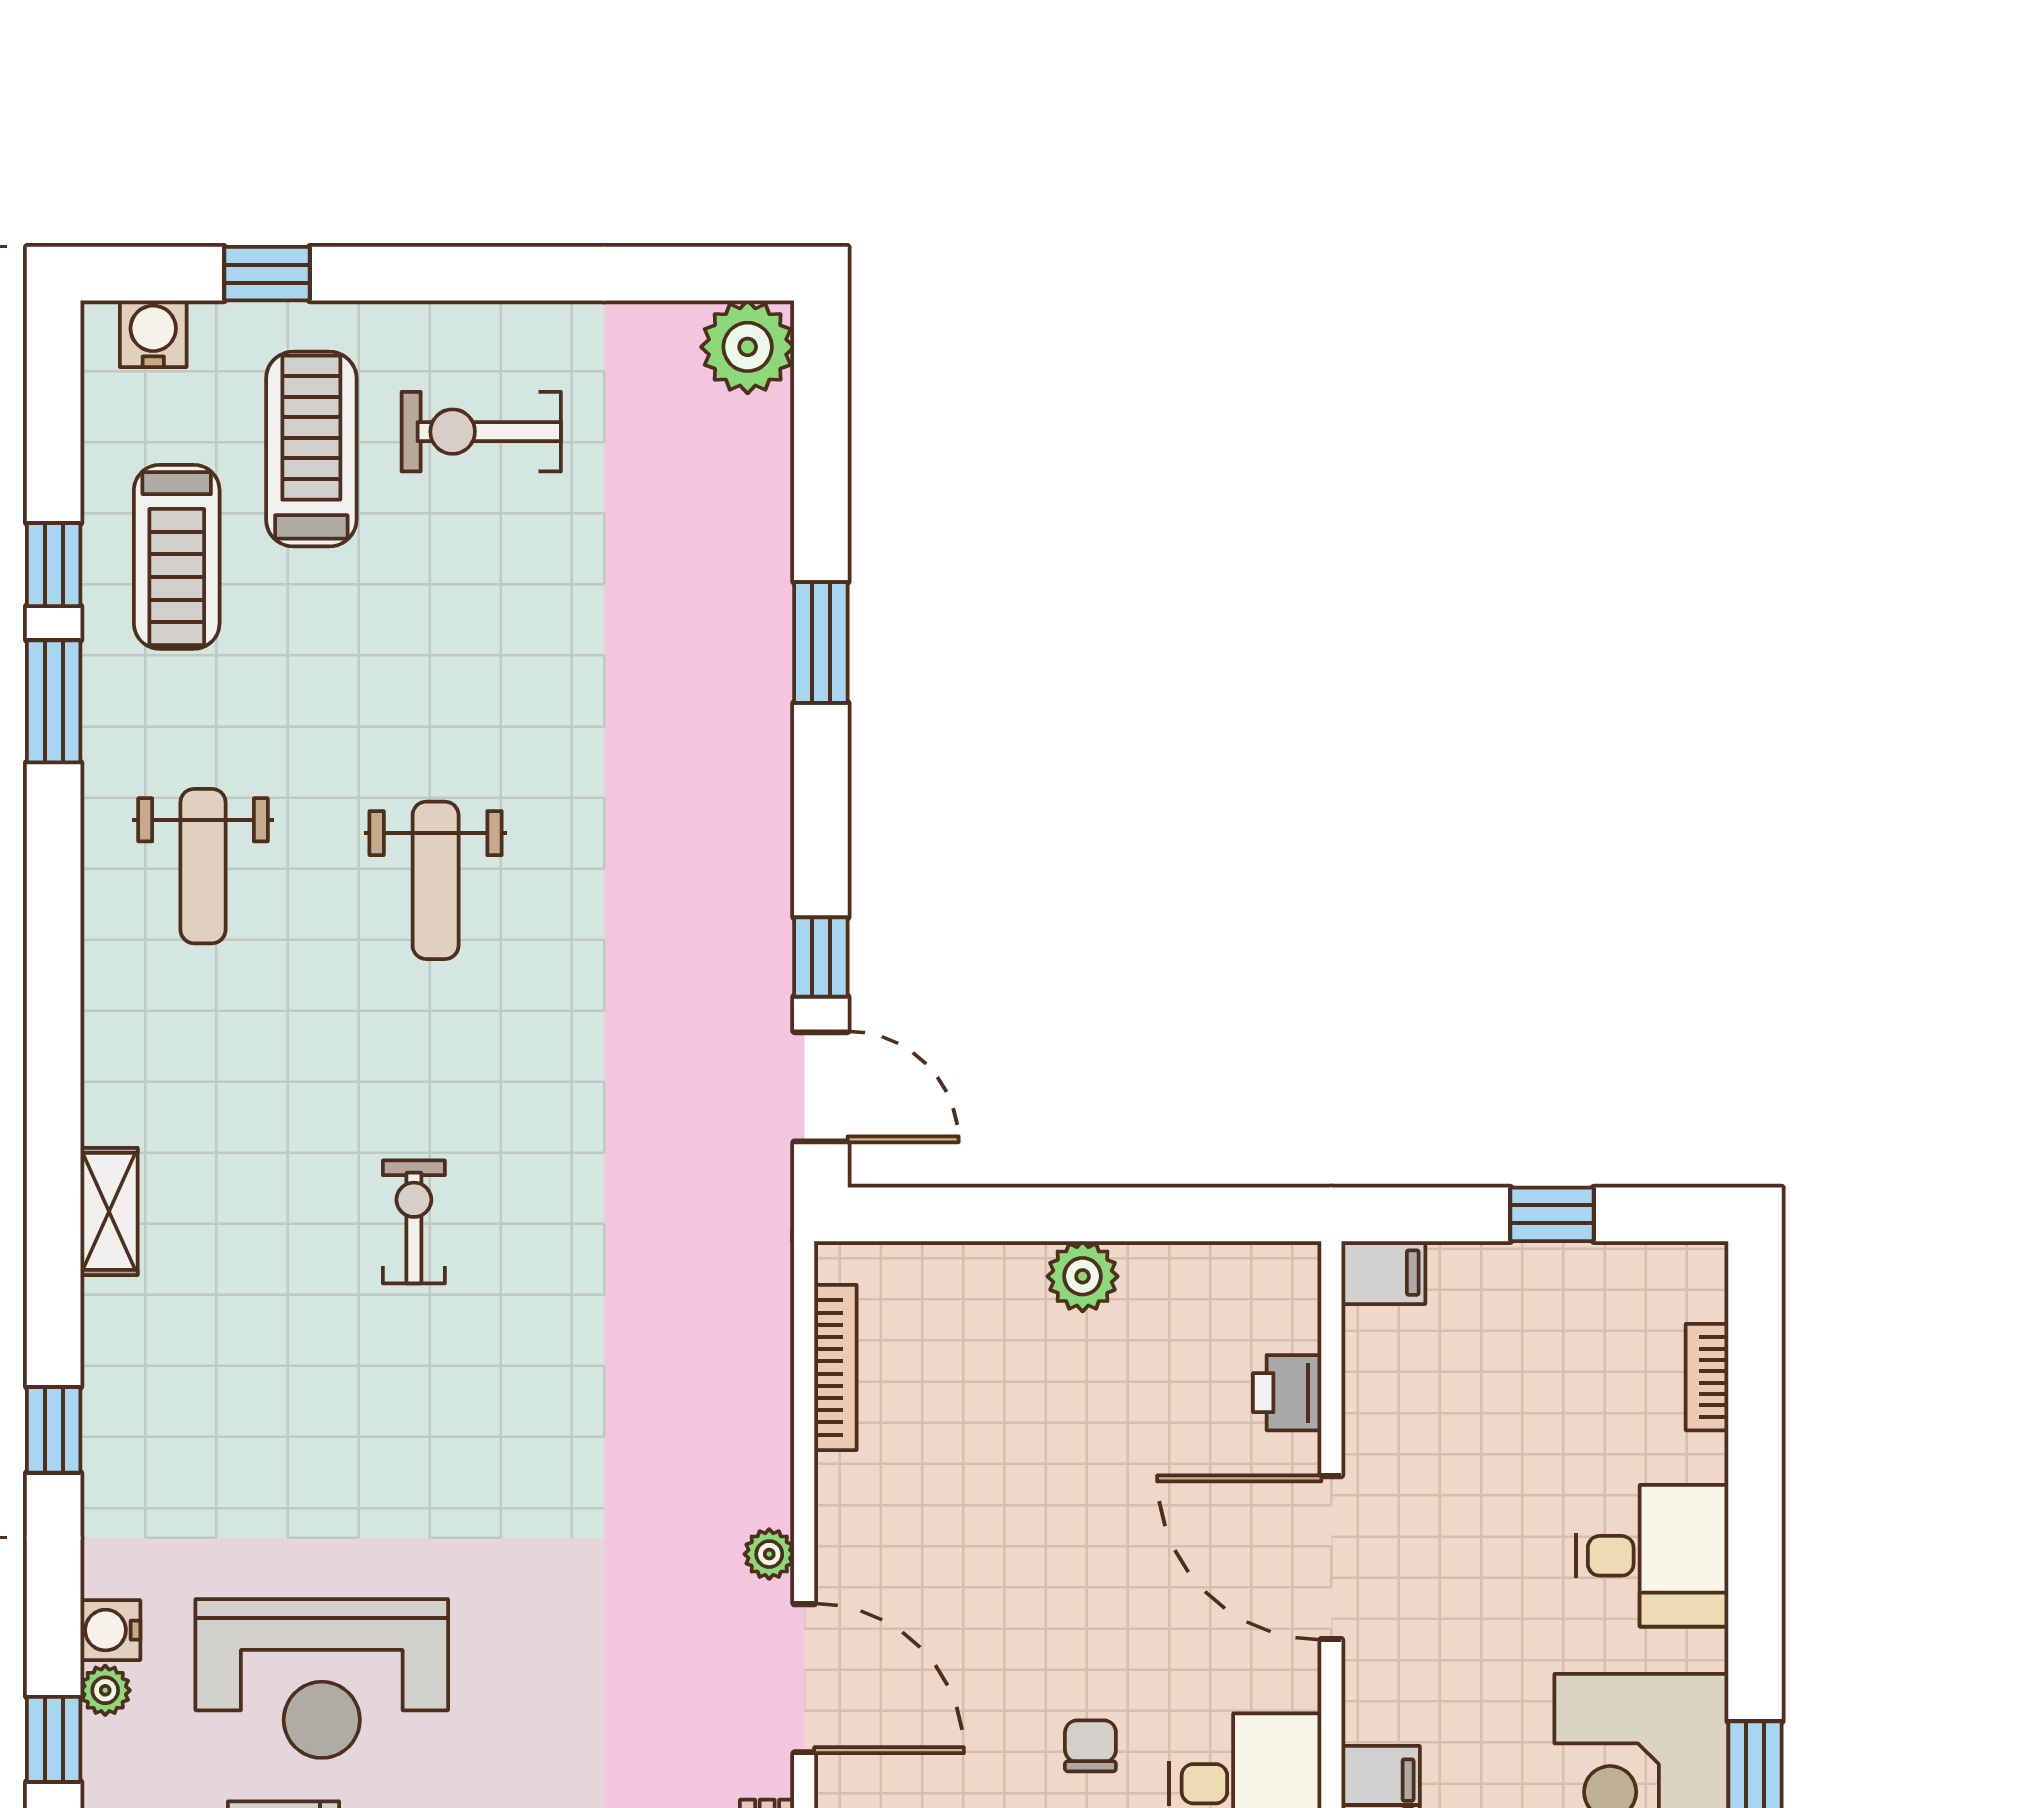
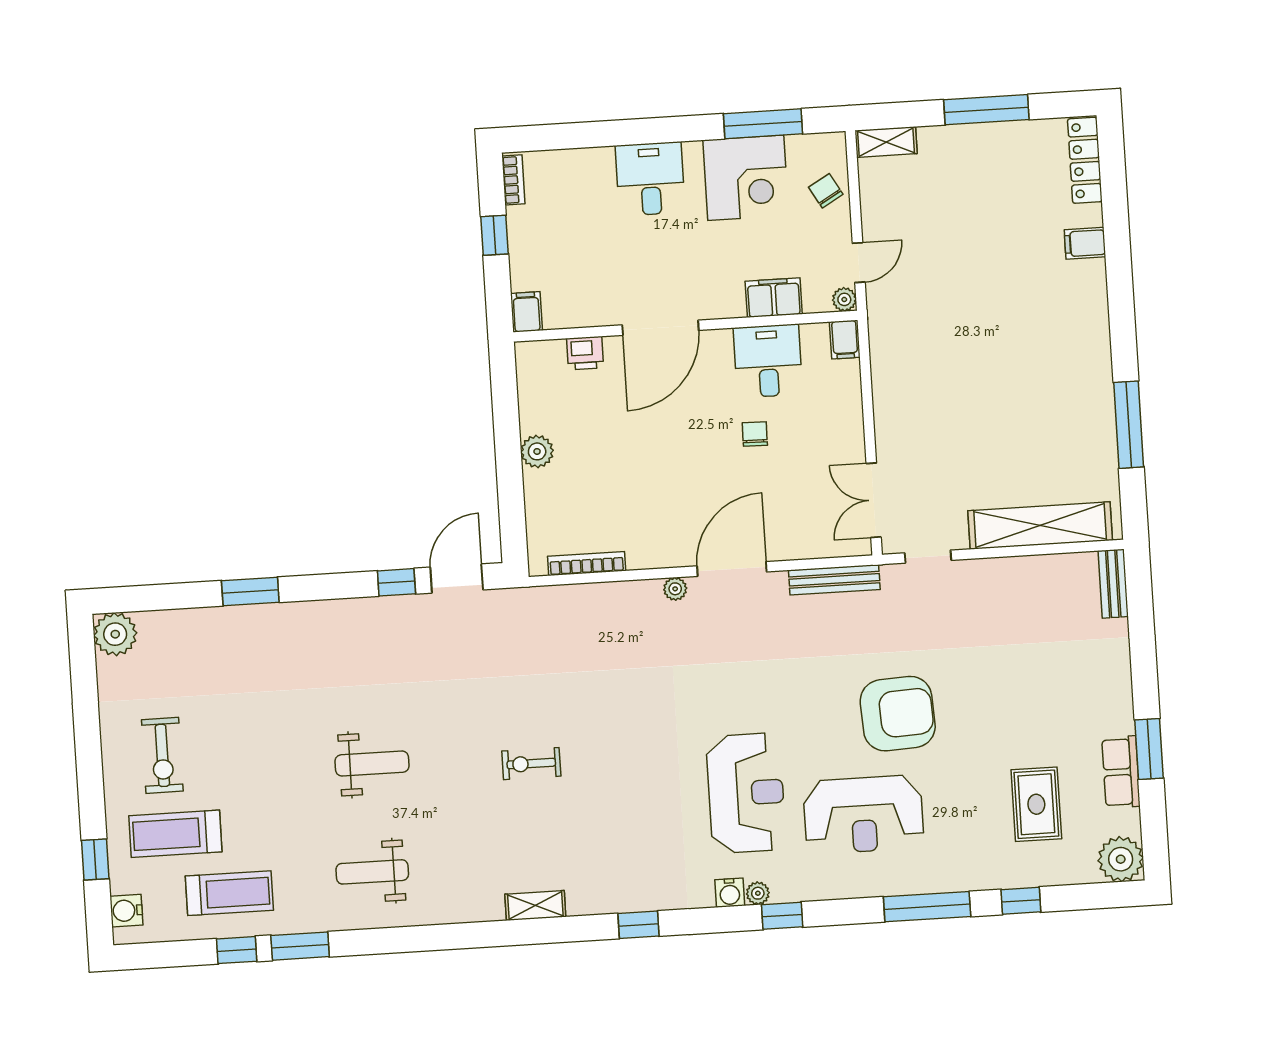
weight bench: (203, 866) -> (372, 872), turned 180
bookcase: (1707, 1377) -> (513, 180), moved, turned -90
chair: (1090, 1746) -> (755, 434), turned 91

